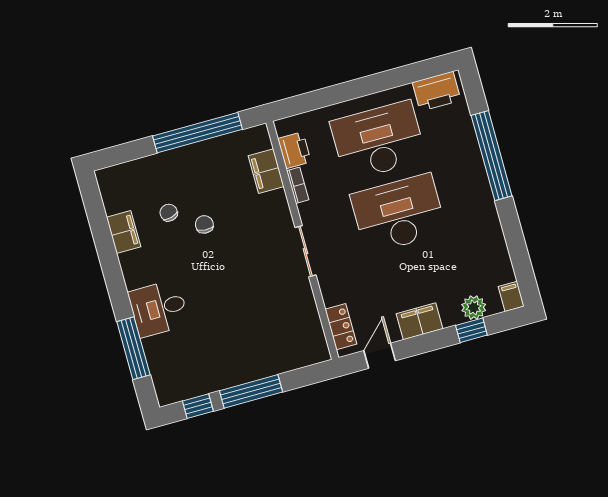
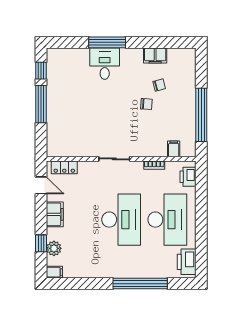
printer: (294, 150) -> (188, 177), moved, turned 90
filing cabinet: (266, 171) -> (174, 149), width x0.50
window: (133, 348) -> (107, 42), moved

